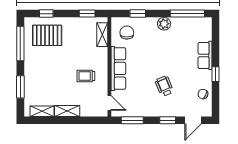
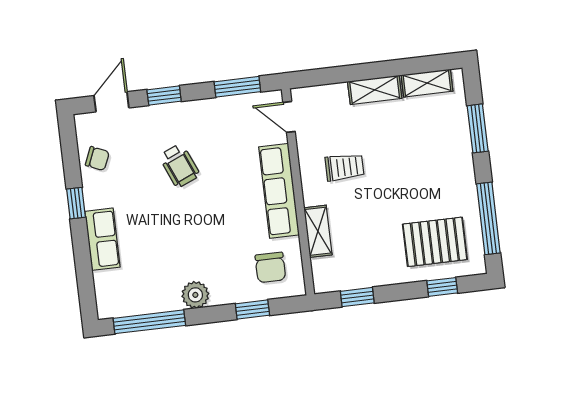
shelving: (102, 35) -> (318, 231), moved

